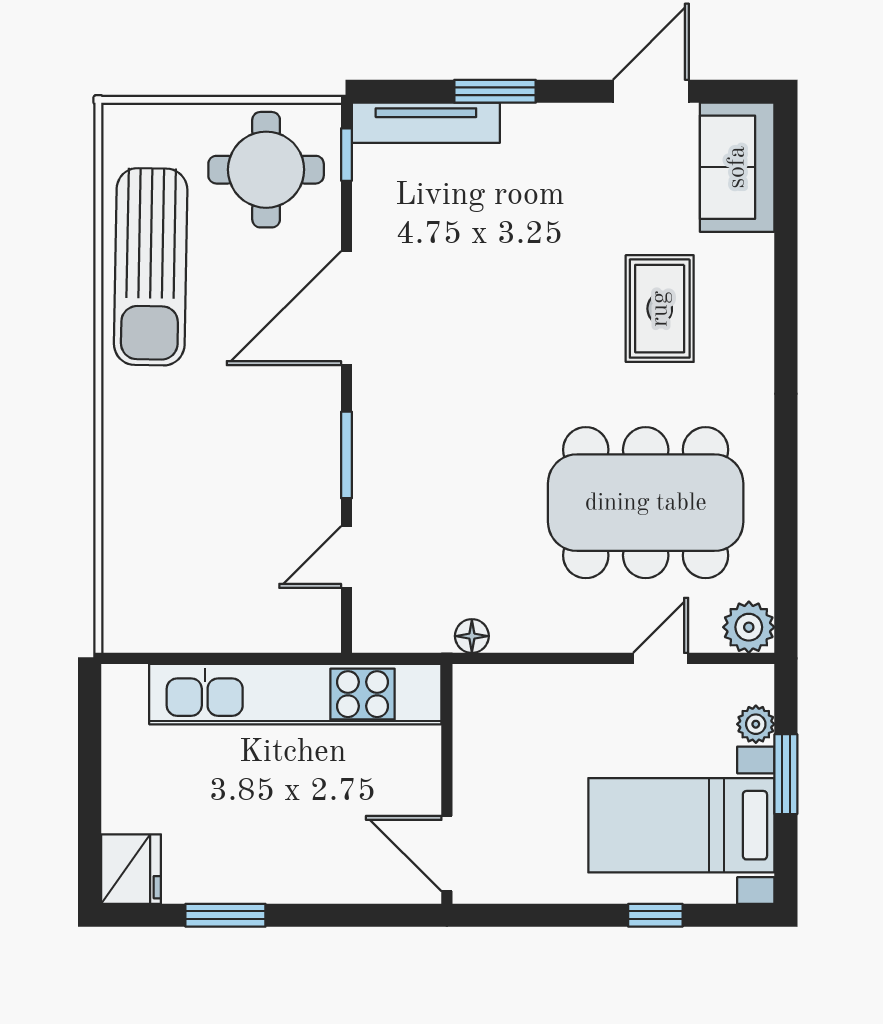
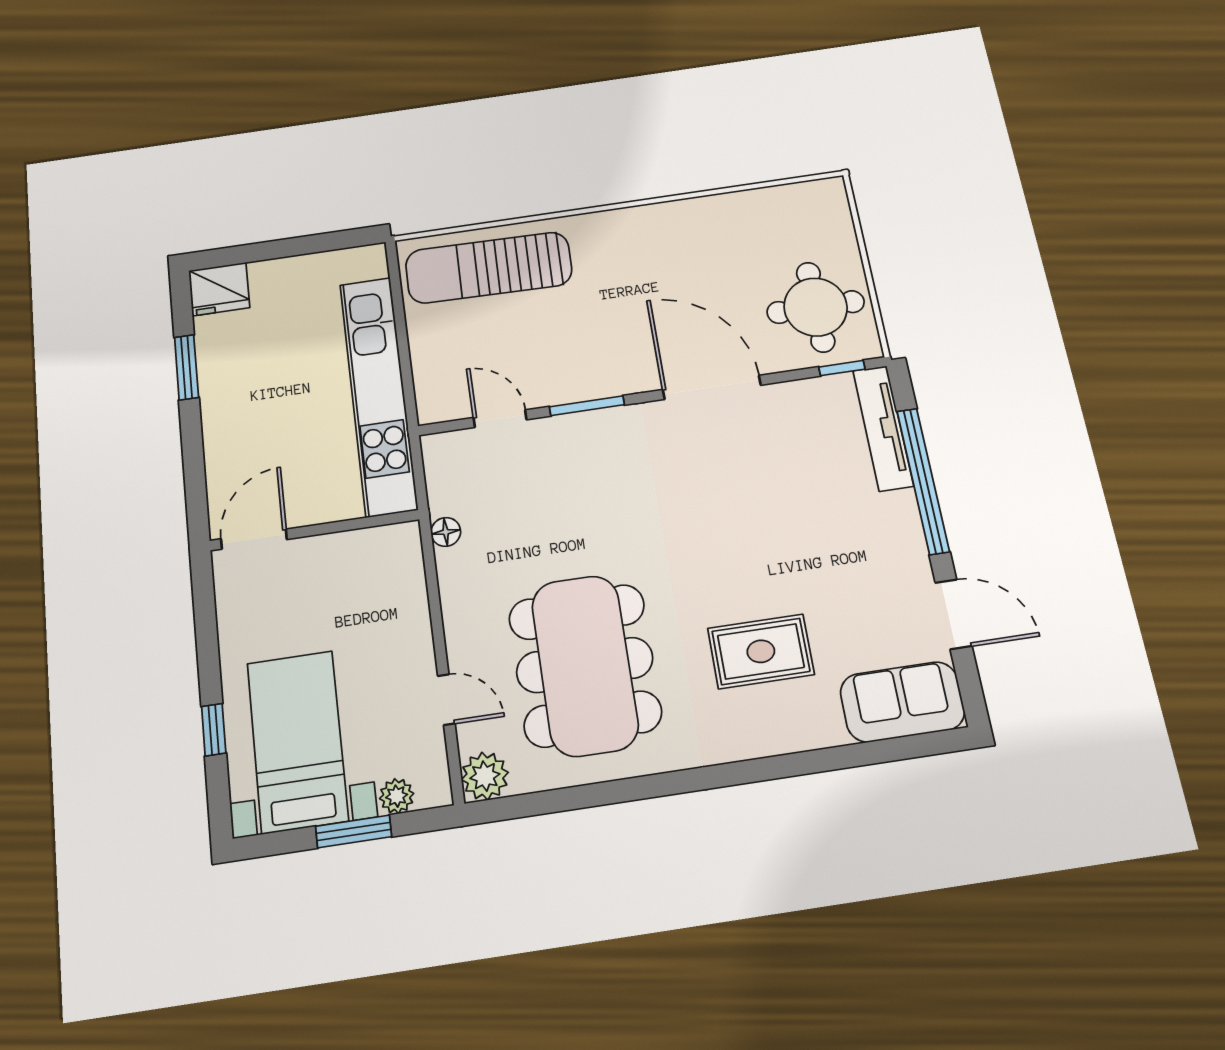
window: (495, 91) -> (923, 481), width x2.11
sun lounger: (151, 267) -> (489, 268), moved

